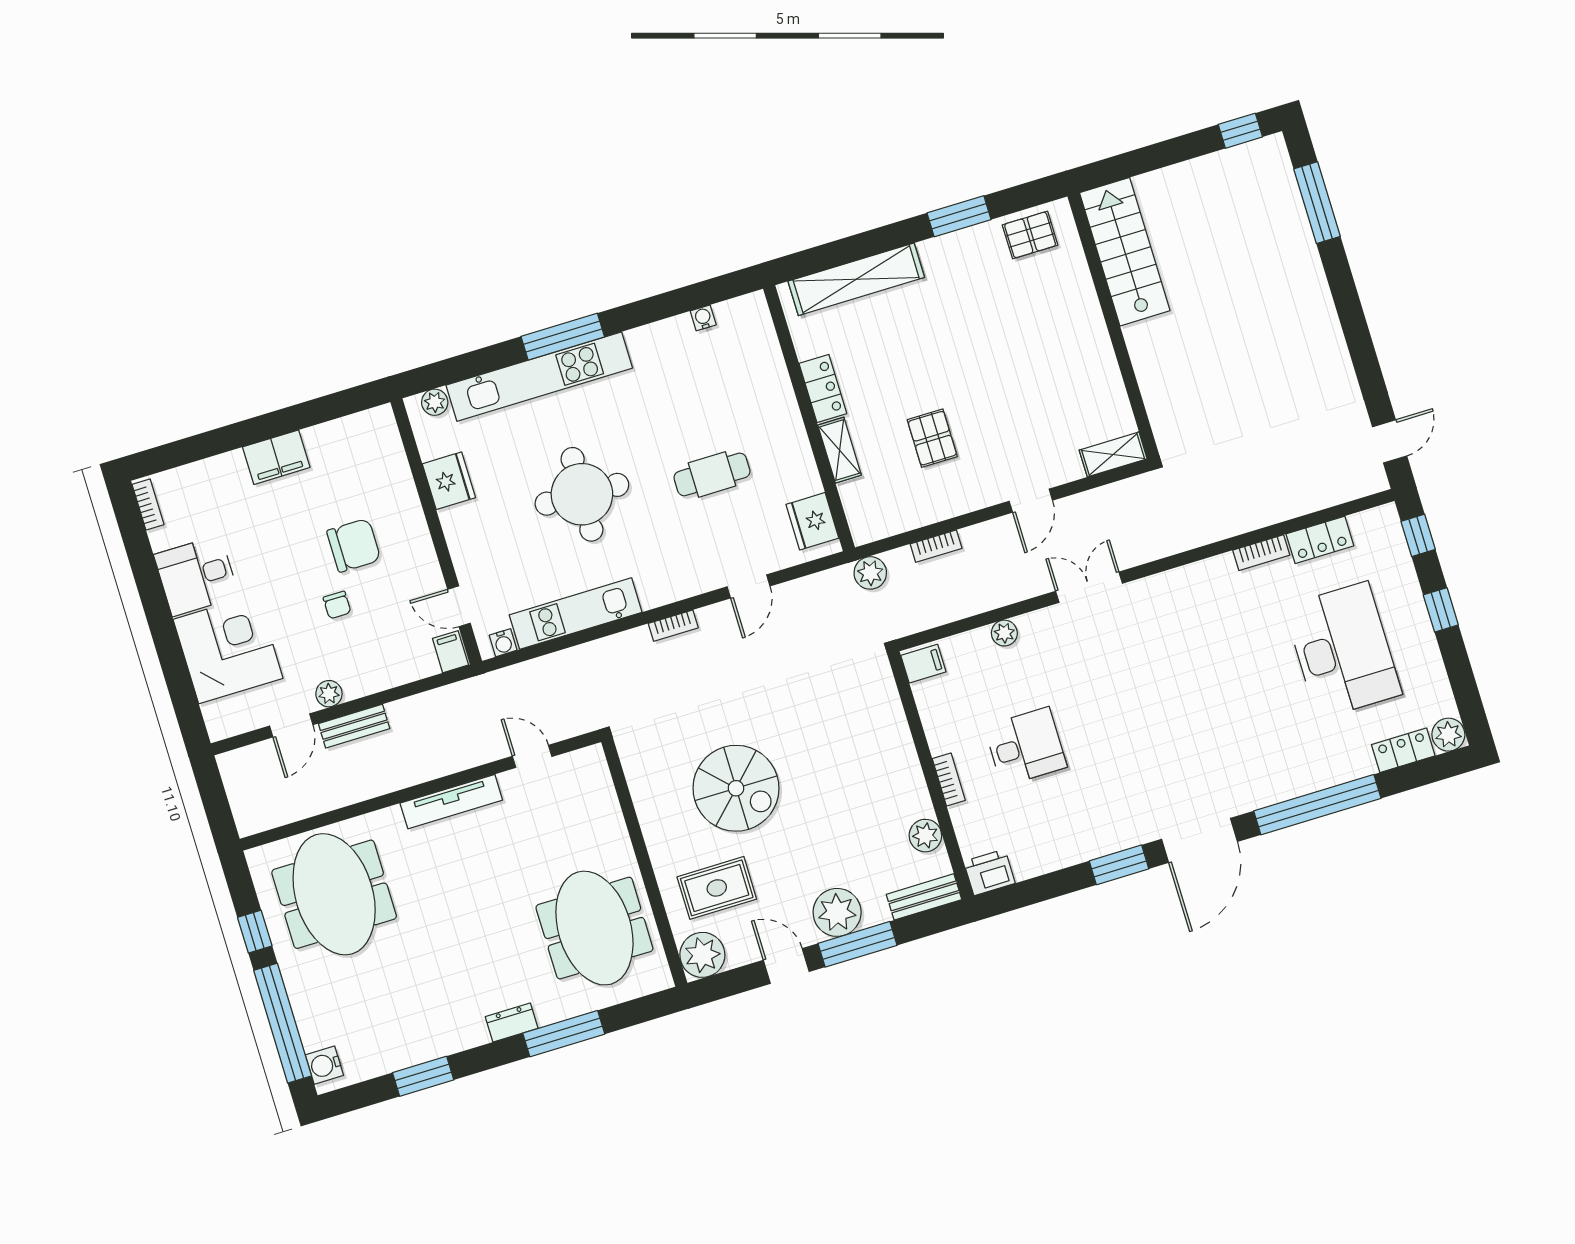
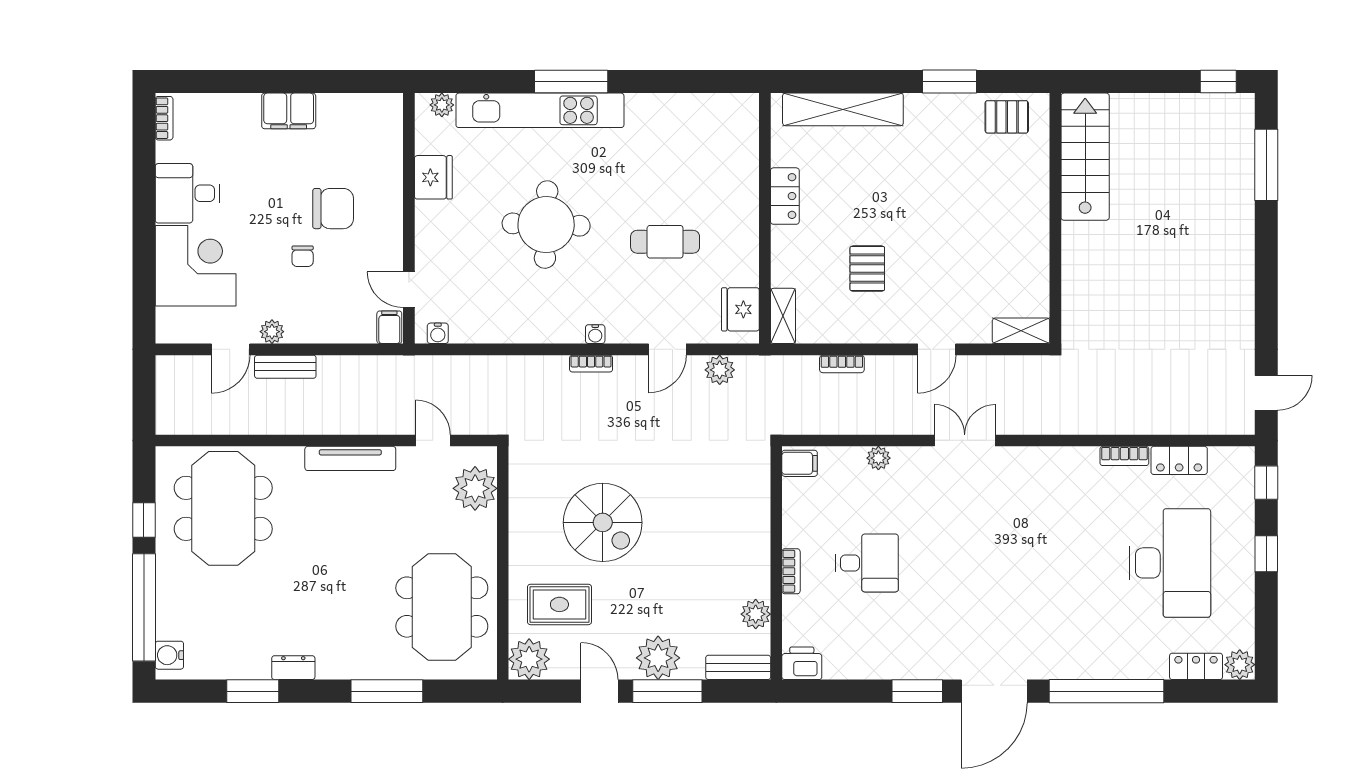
water cooler: (703, 318) -> (595, 334), moved, turned 180
shelving: (840, 450) -> (783, 316), moved
plant: (870, 573) -> (720, 370), moved
kitchen unit: (576, 614) -> (509, 327), removed
plant: (591, 793) -> (475, 488), added
dresser: (512, 1023) -> (293, 668), moved

